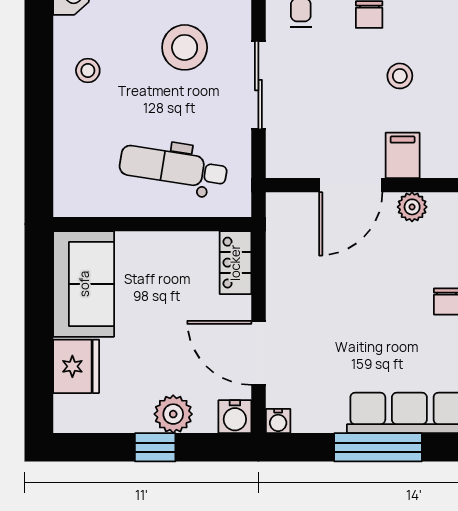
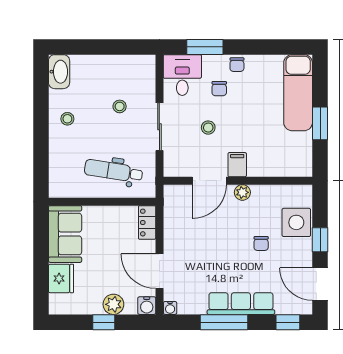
stool: (185, 47) -> (120, 106), width x0.53, depth x0.53
stool: (400, 76) -> (208, 128), moved

